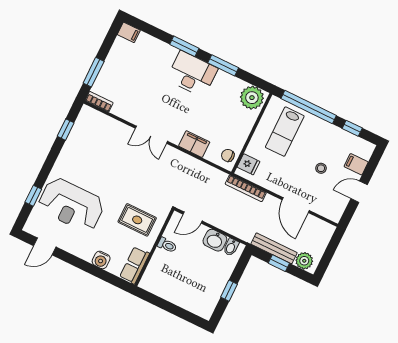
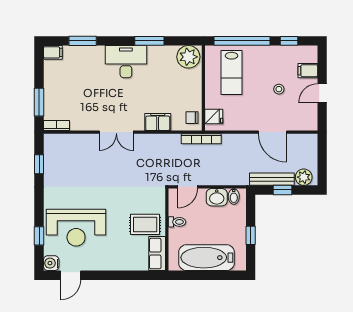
window: (184, 46) -> (83, 41), moved
bookcase: (246, 188) -> (201, 139), moved
rug: (137, 220) -> (145, 224), moved
water cooler: (101, 260) -> (51, 263), moved, turned 90
bathtub: (178, 291) -> (207, 258), added

